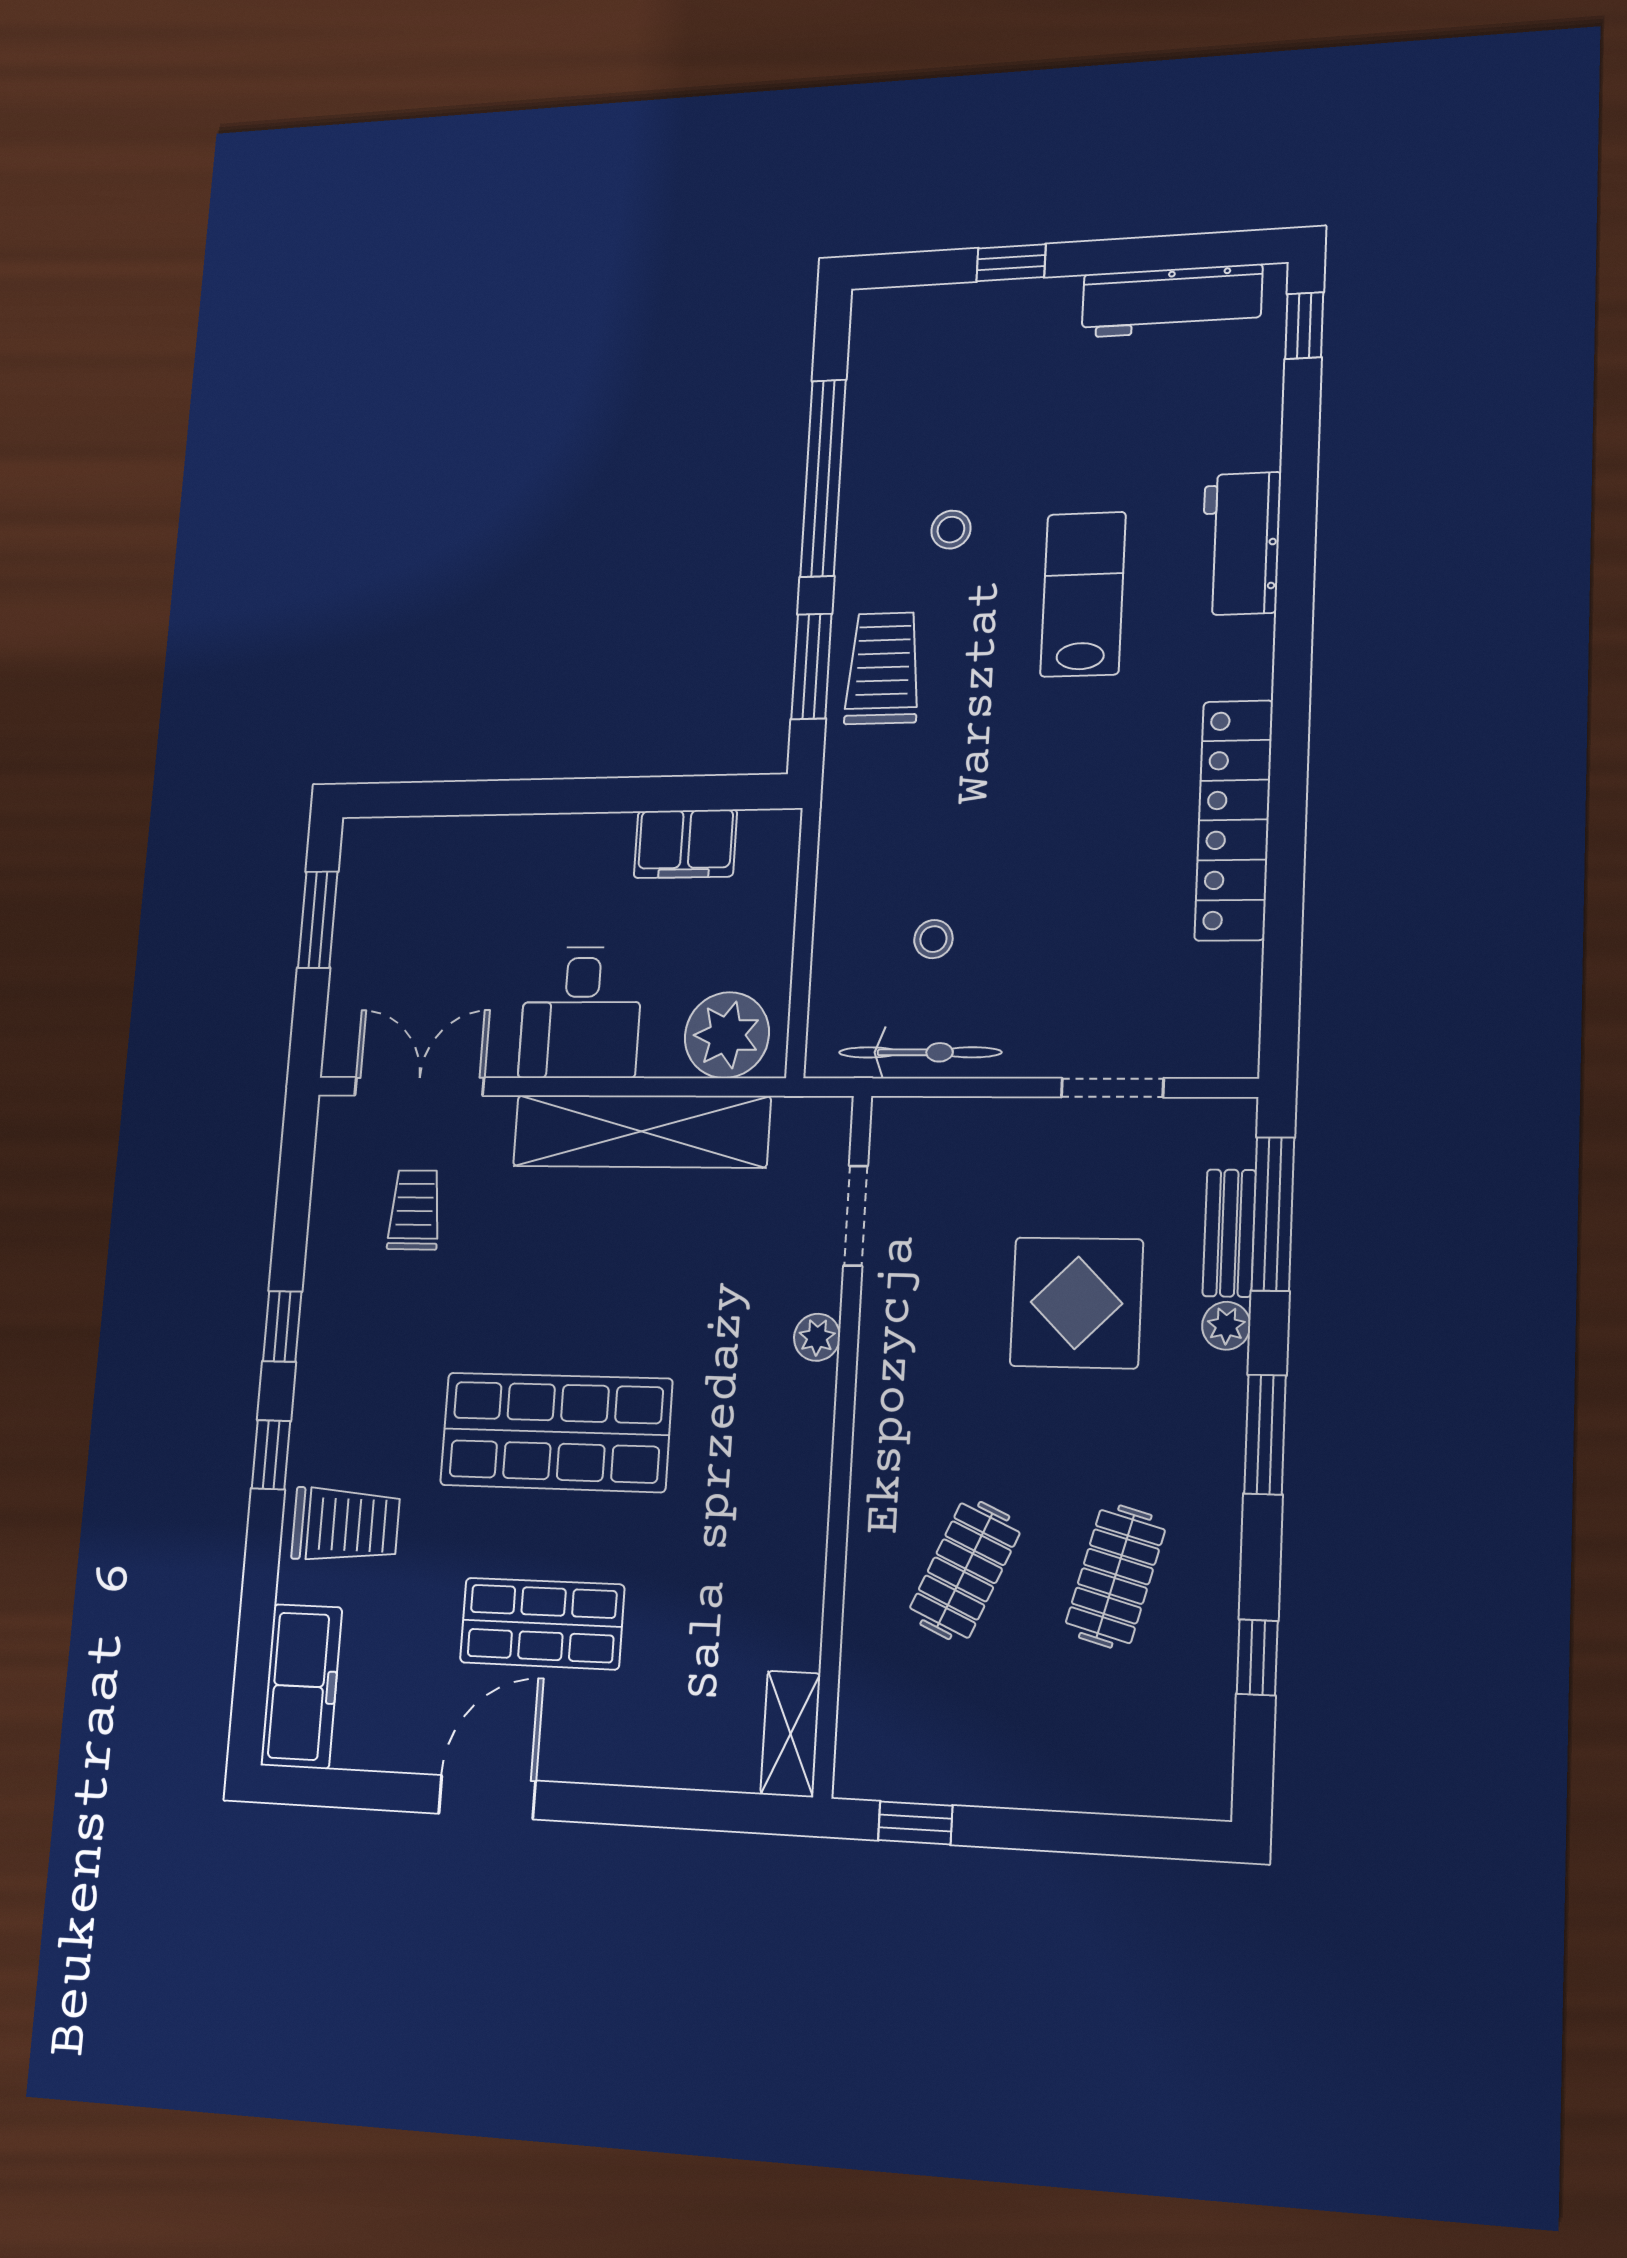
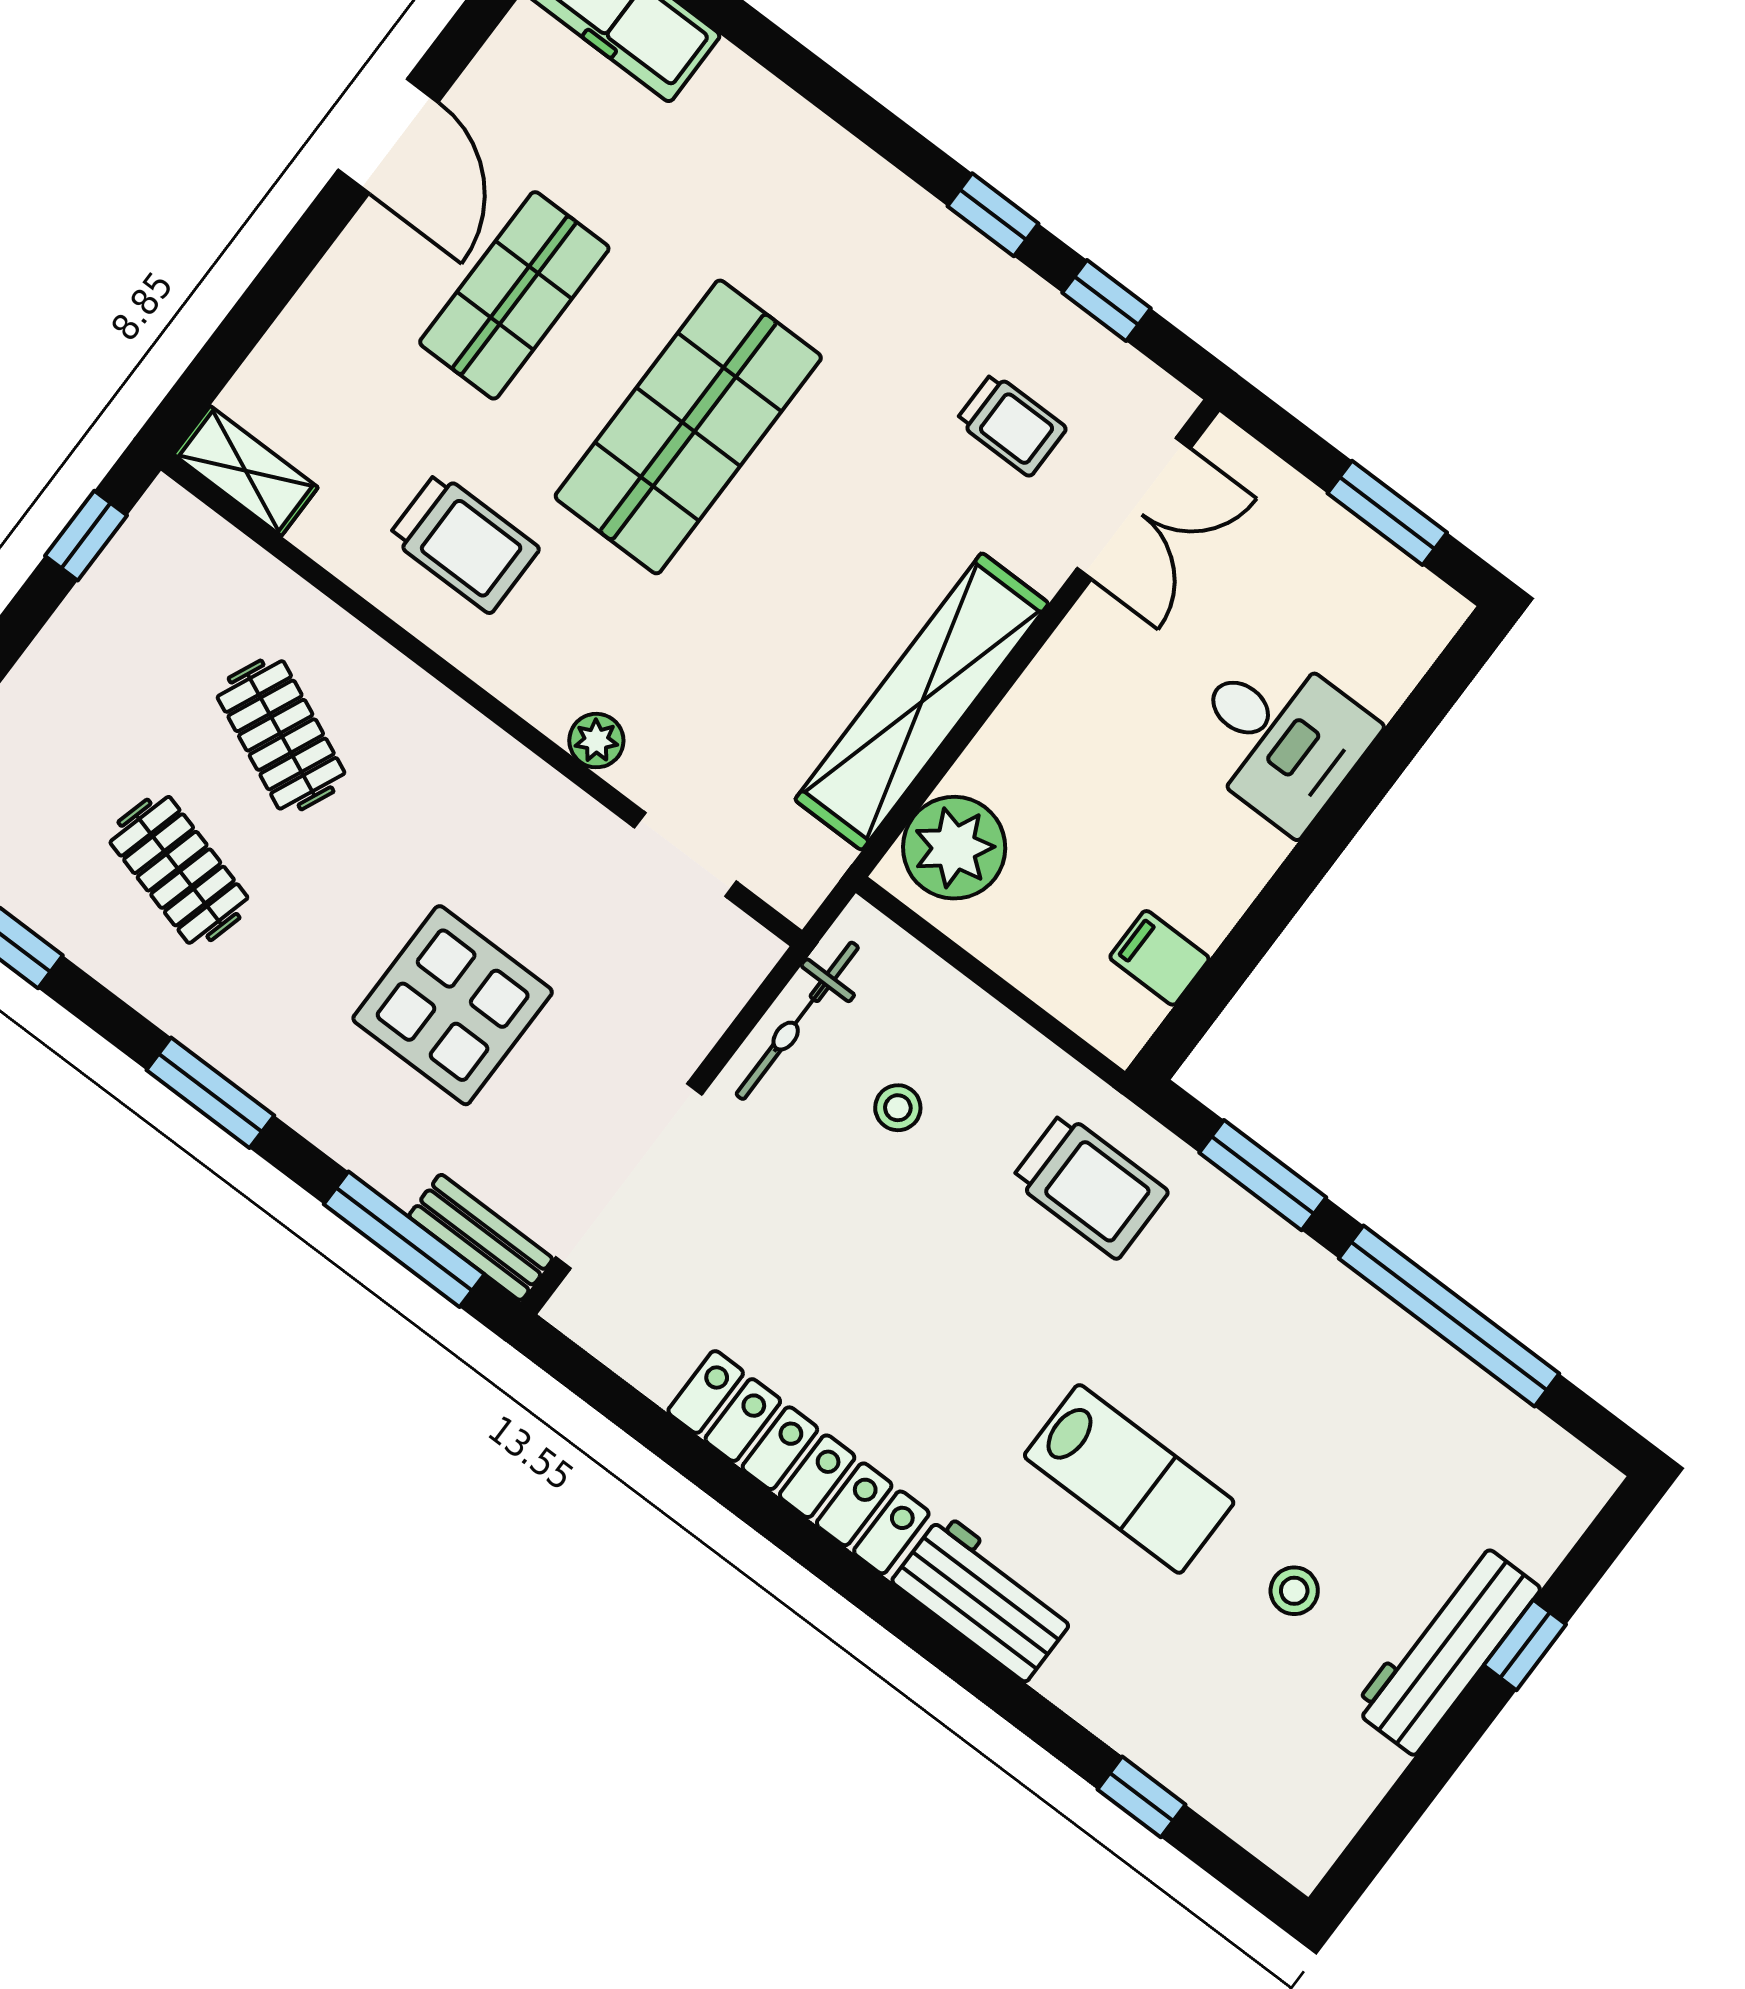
workbench: (1172, 301) -> (1446, 1649), moved
window: (1304, 326) -> (1141, 1797), moved
stool: (951, 530) -> (1294, 1591), moved
workbench: (1241, 544) -> (984, 1597), moved
trolley: (883, 668) -> (1090, 1186), moved
filing cabinet: (685, 844) -> (1160, 958), width x0.50
desk: (581, 1013) -> (1279, 737), moved, turned 180
doorway: (1112, 1088) -> (629, 1176), width x1.87
bench: (1229, 1233) -> (481, 1237), moved
plant: (1226, 1326) -> (333, 1126), removed
window: (271, 1455) -> (1106, 301), moved
trolley: (346, 1525) -> (464, 543), moved, turned -90

